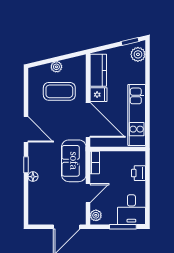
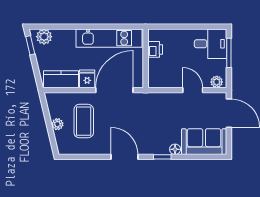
door: (26, 129) -> (124, 157), hinge flipped
sofa: (74, 161) -> (204, 142), moved, turned 180
bookcase: (95, 162) -> (160, 83), removed
printer: (138, 173) -> (155, 49), moved, turned -90

